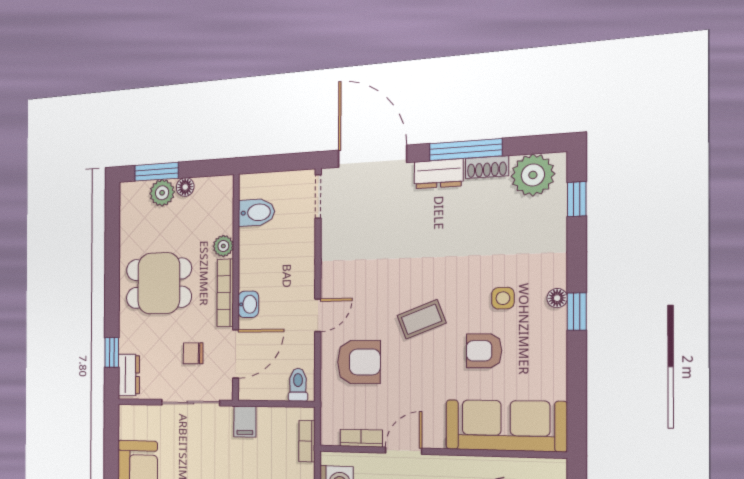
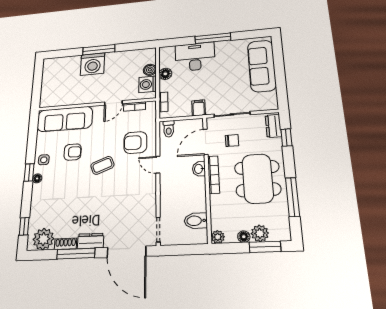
plant: (223, 246) -> (218, 237), moved
window: (112, 251) -> (292, 197), added
dining table: (159, 283) -> (258, 179), width x1.38
side table: (503, 298) -> (44, 160), moved
door: (318, 315) -> (158, 165), hinge flipped

